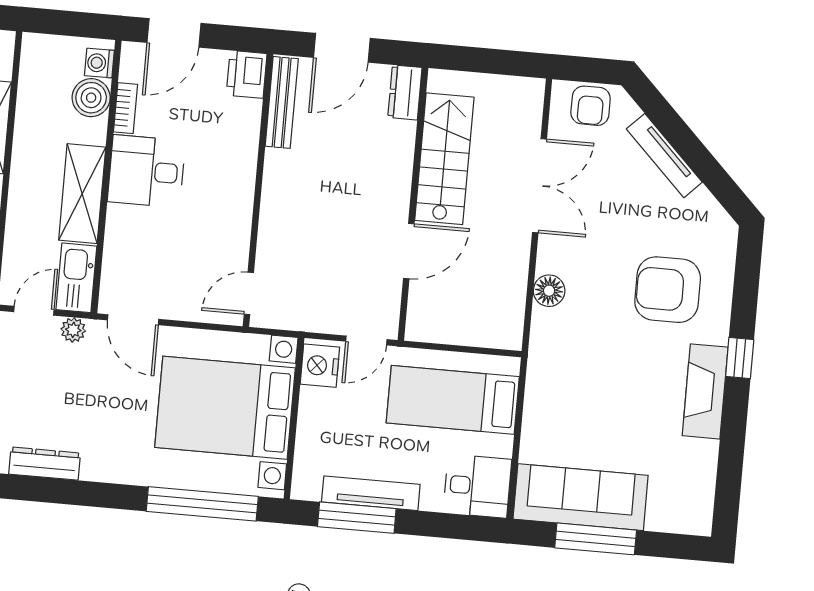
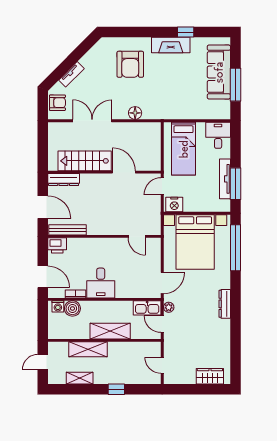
dresser: (405, 92) -> (64, 180), width x1.44
tv unit: (664, 156) -> (71, 74), width x0.71
shelving: (82, 194) -> (110, 331), moved
door: (249, 293) -> (137, 236), moved
door: (366, 340) -> (162, 186), swing flipped
window: (740, 358) -> (186, 32), moved
dresser: (45, 464) -> (225, 304), moved
sofa: (581, 497) -> (219, 72), moved

